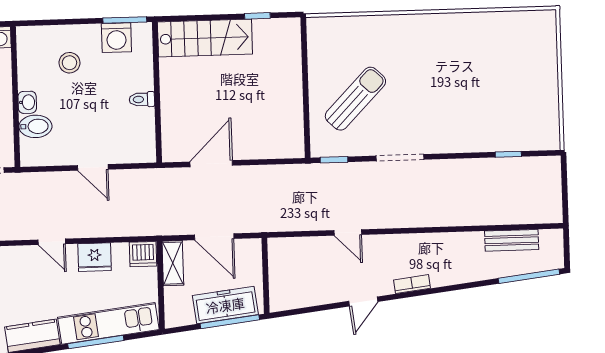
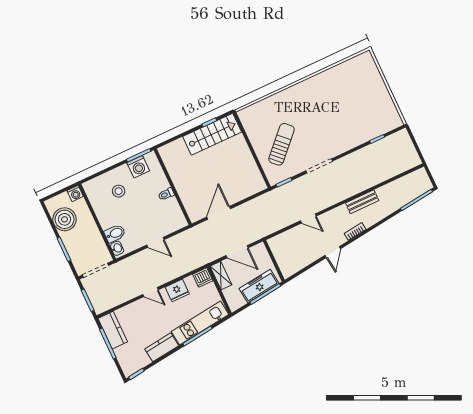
stairs: (205, 38) -> (212, 134), moved
washbasin: (27, 102) -> (117, 248), moved
bench: (512, 240) -> (362, 202), moved

